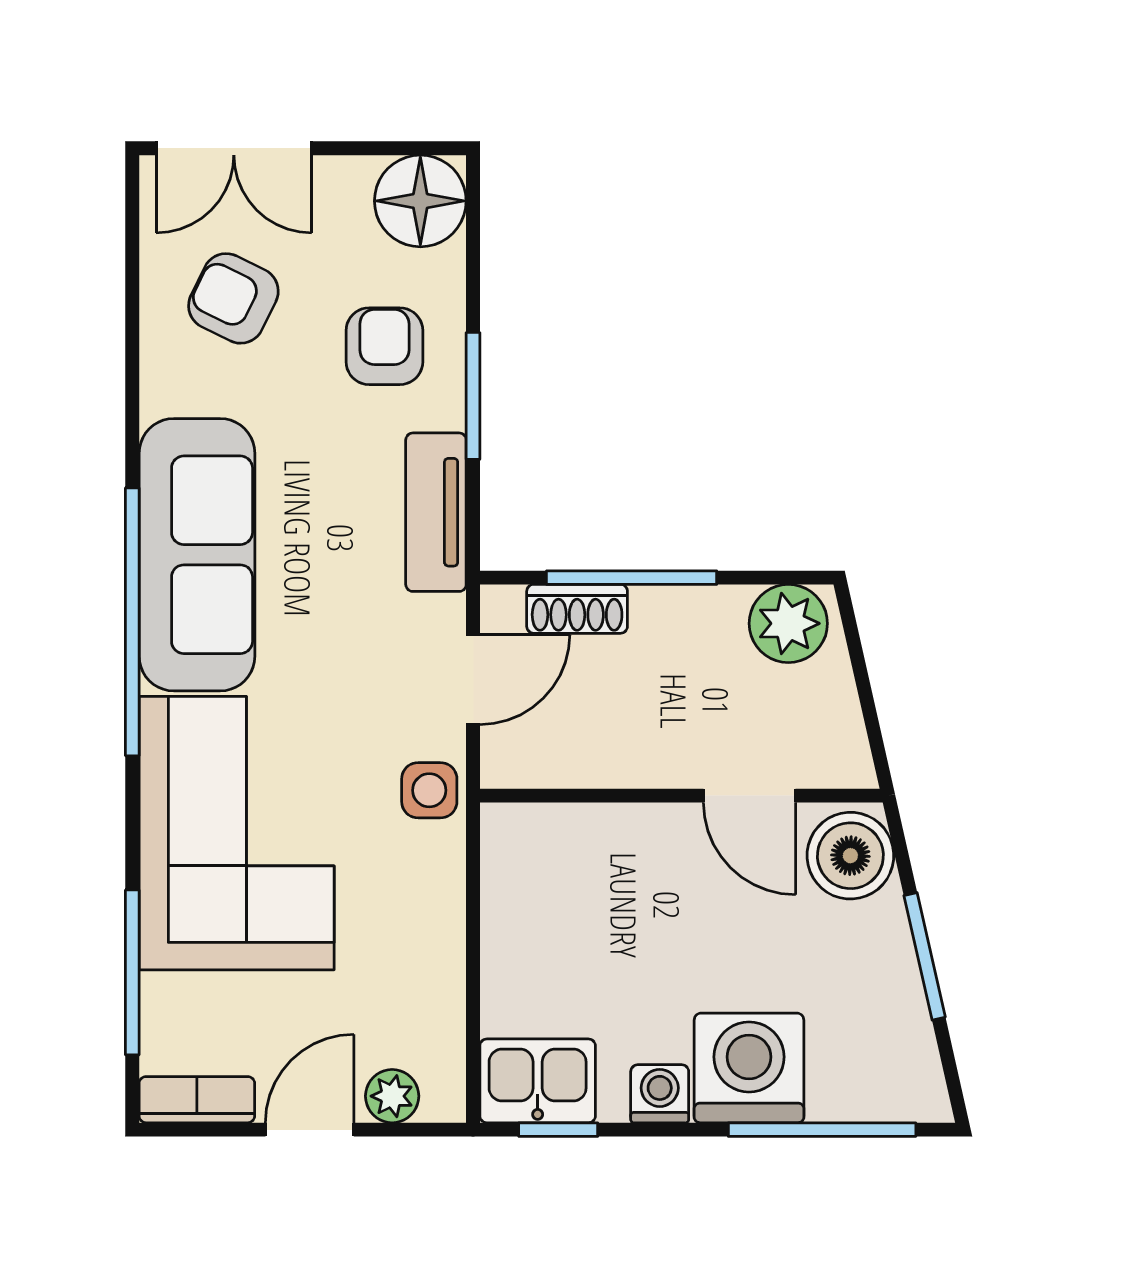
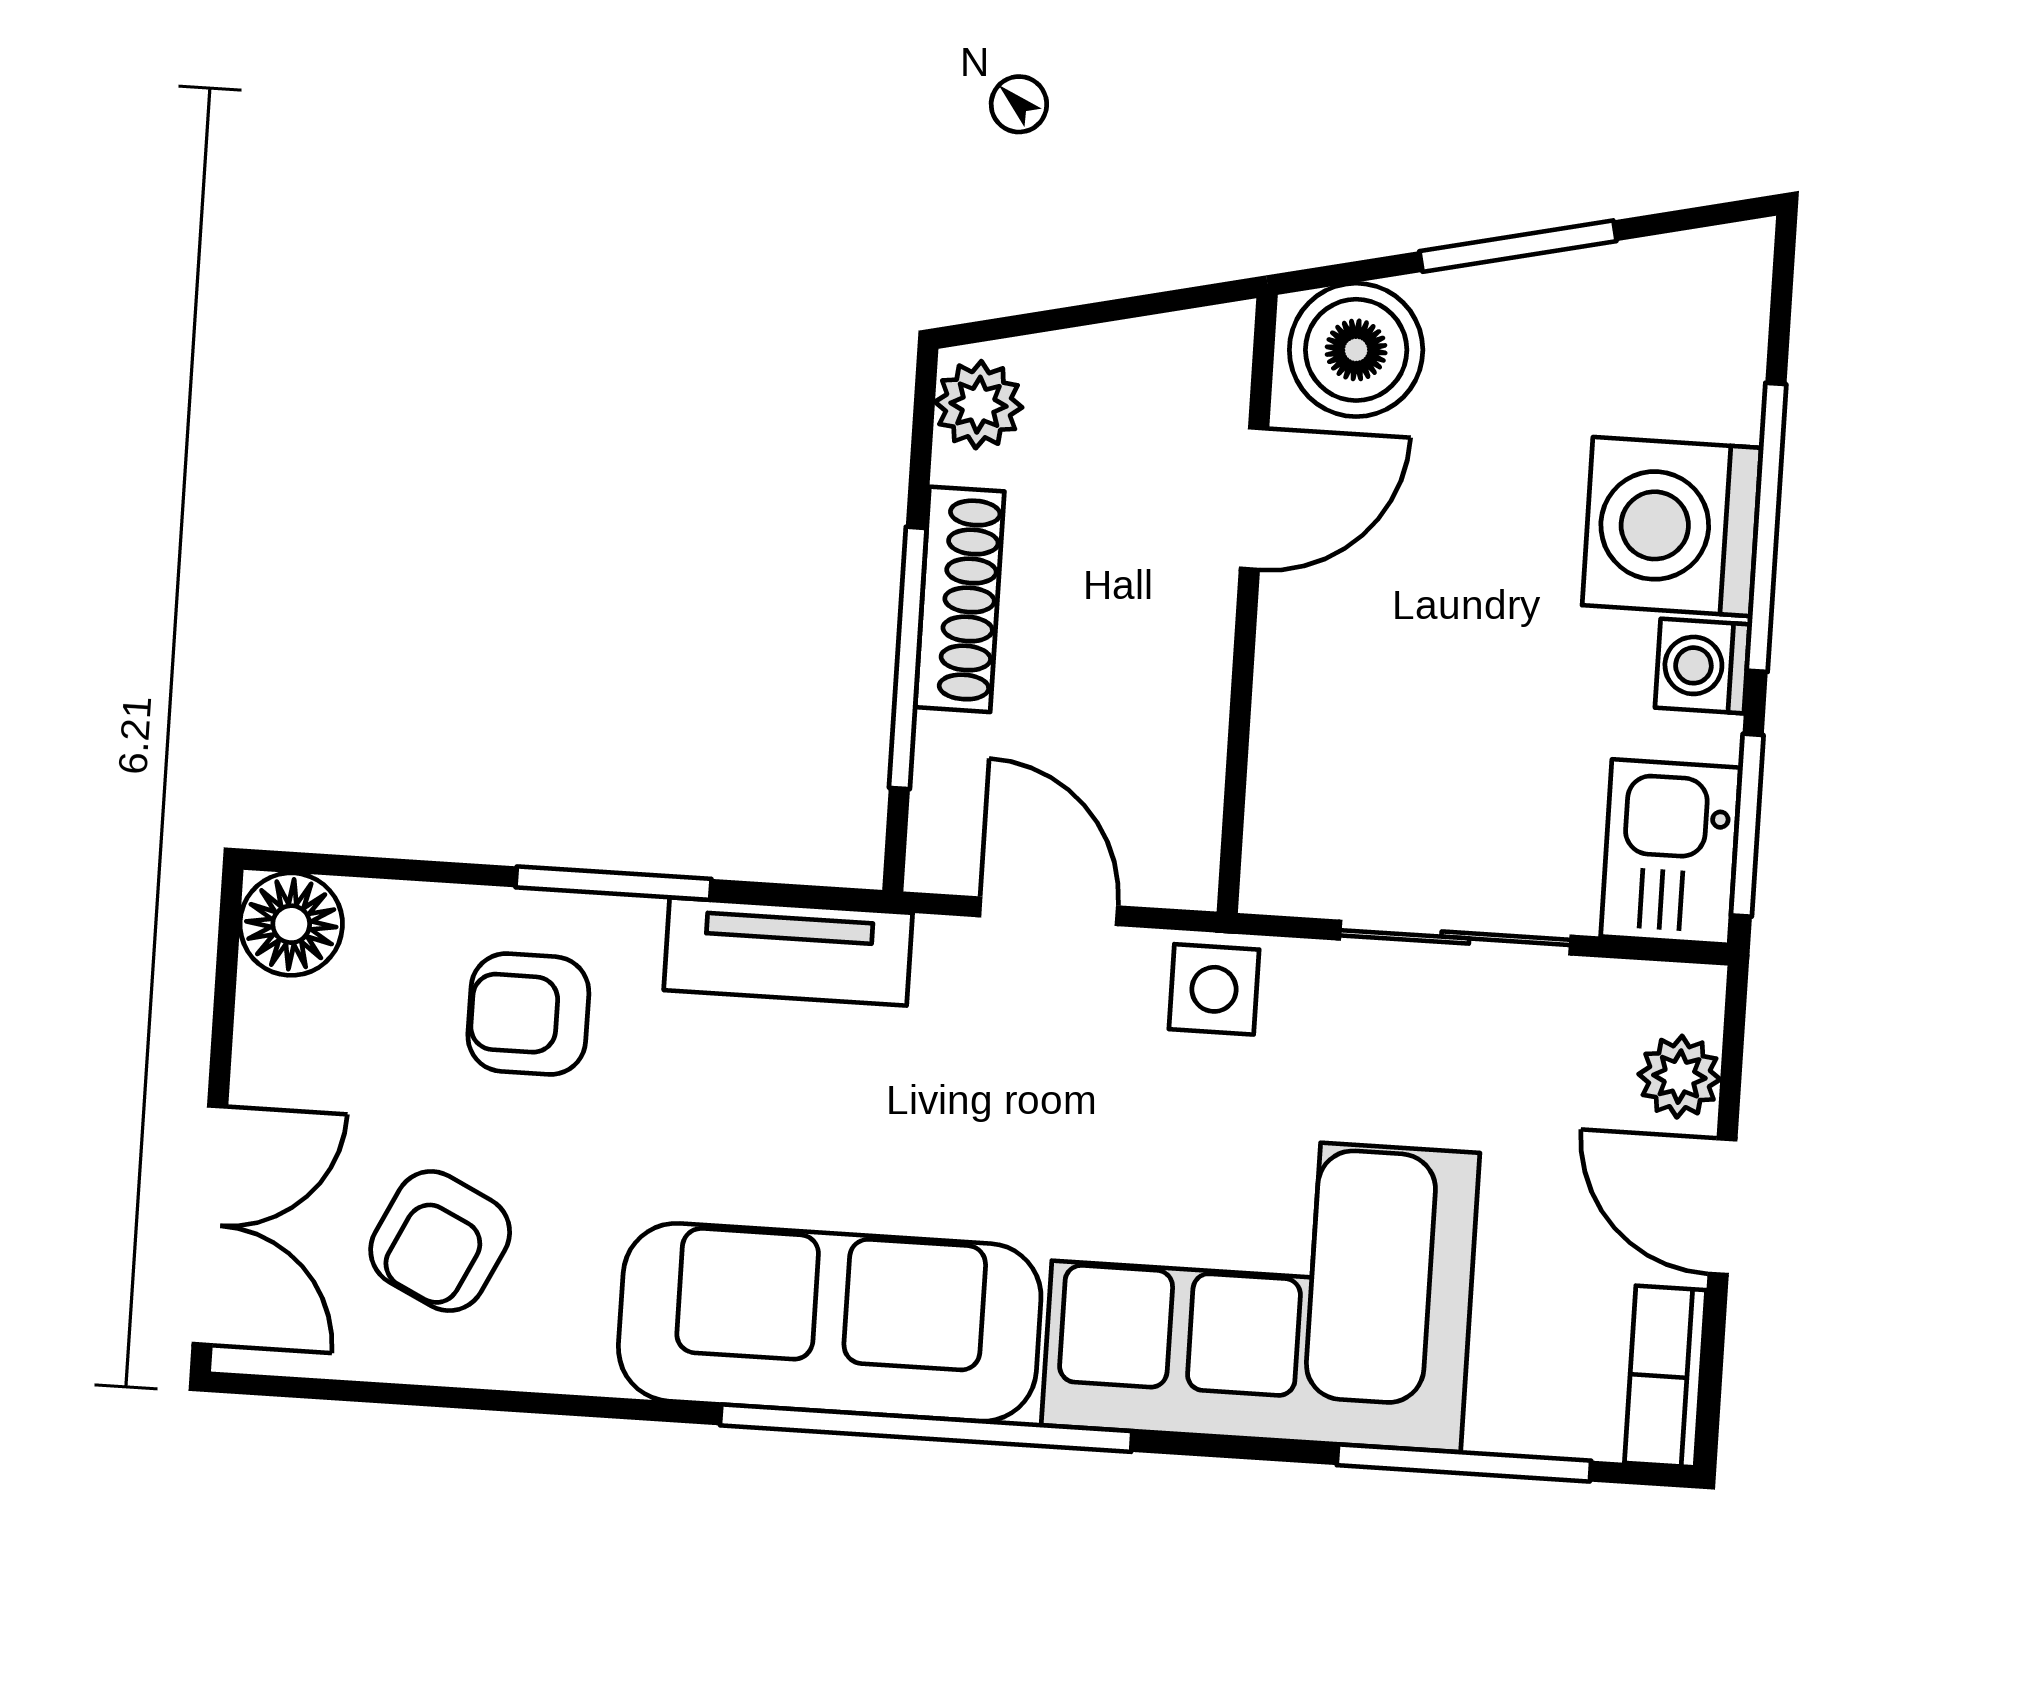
floor lamp: (420, 201) -> (291, 924), width x0.73, depth x0.73
shoe rack: (577, 609) -> (960, 599), moved, width x1.43
plant: (788, 623) -> (979, 405), width x0.73, depth x0.73
sliding door: (473, 945) -> (1455, 938), added
window: (558, 1130) -> (1747, 825), width x1.50
window: (822, 1130) -> (1767, 527), moved

